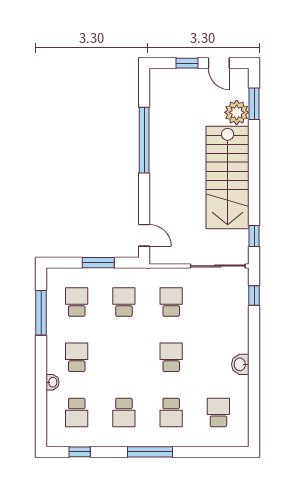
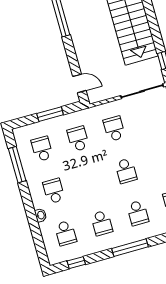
school desk: (171, 357) -> (126, 171), turned 180

